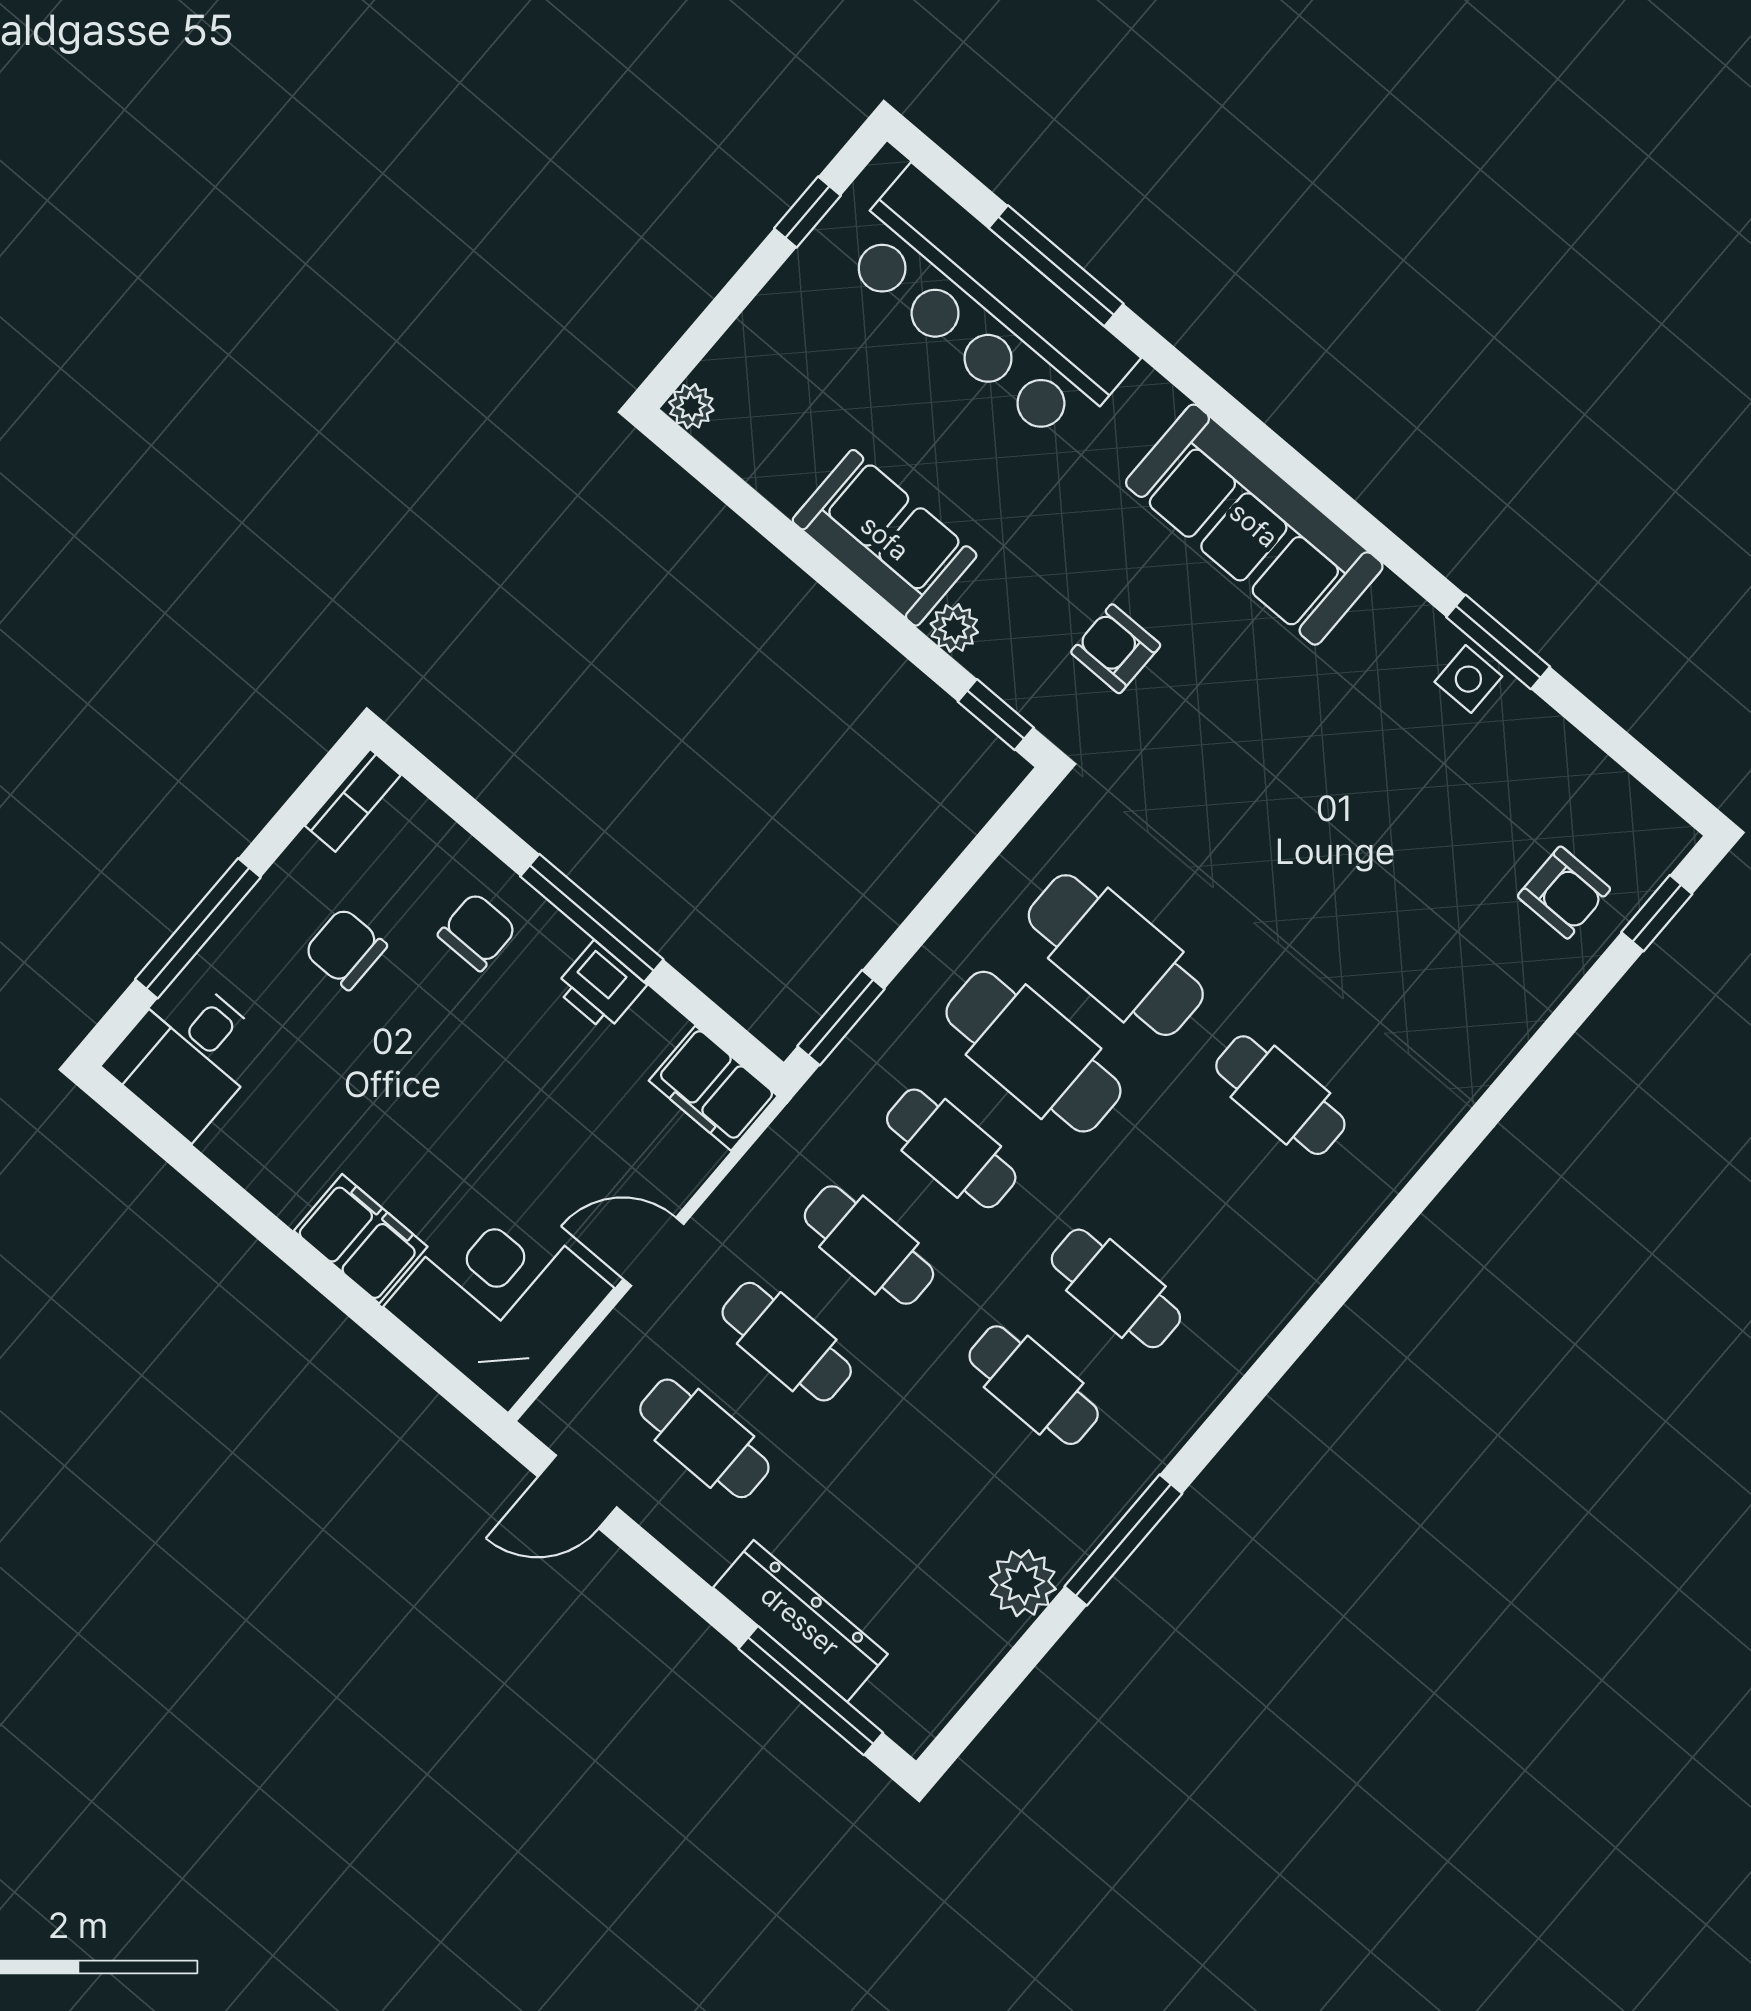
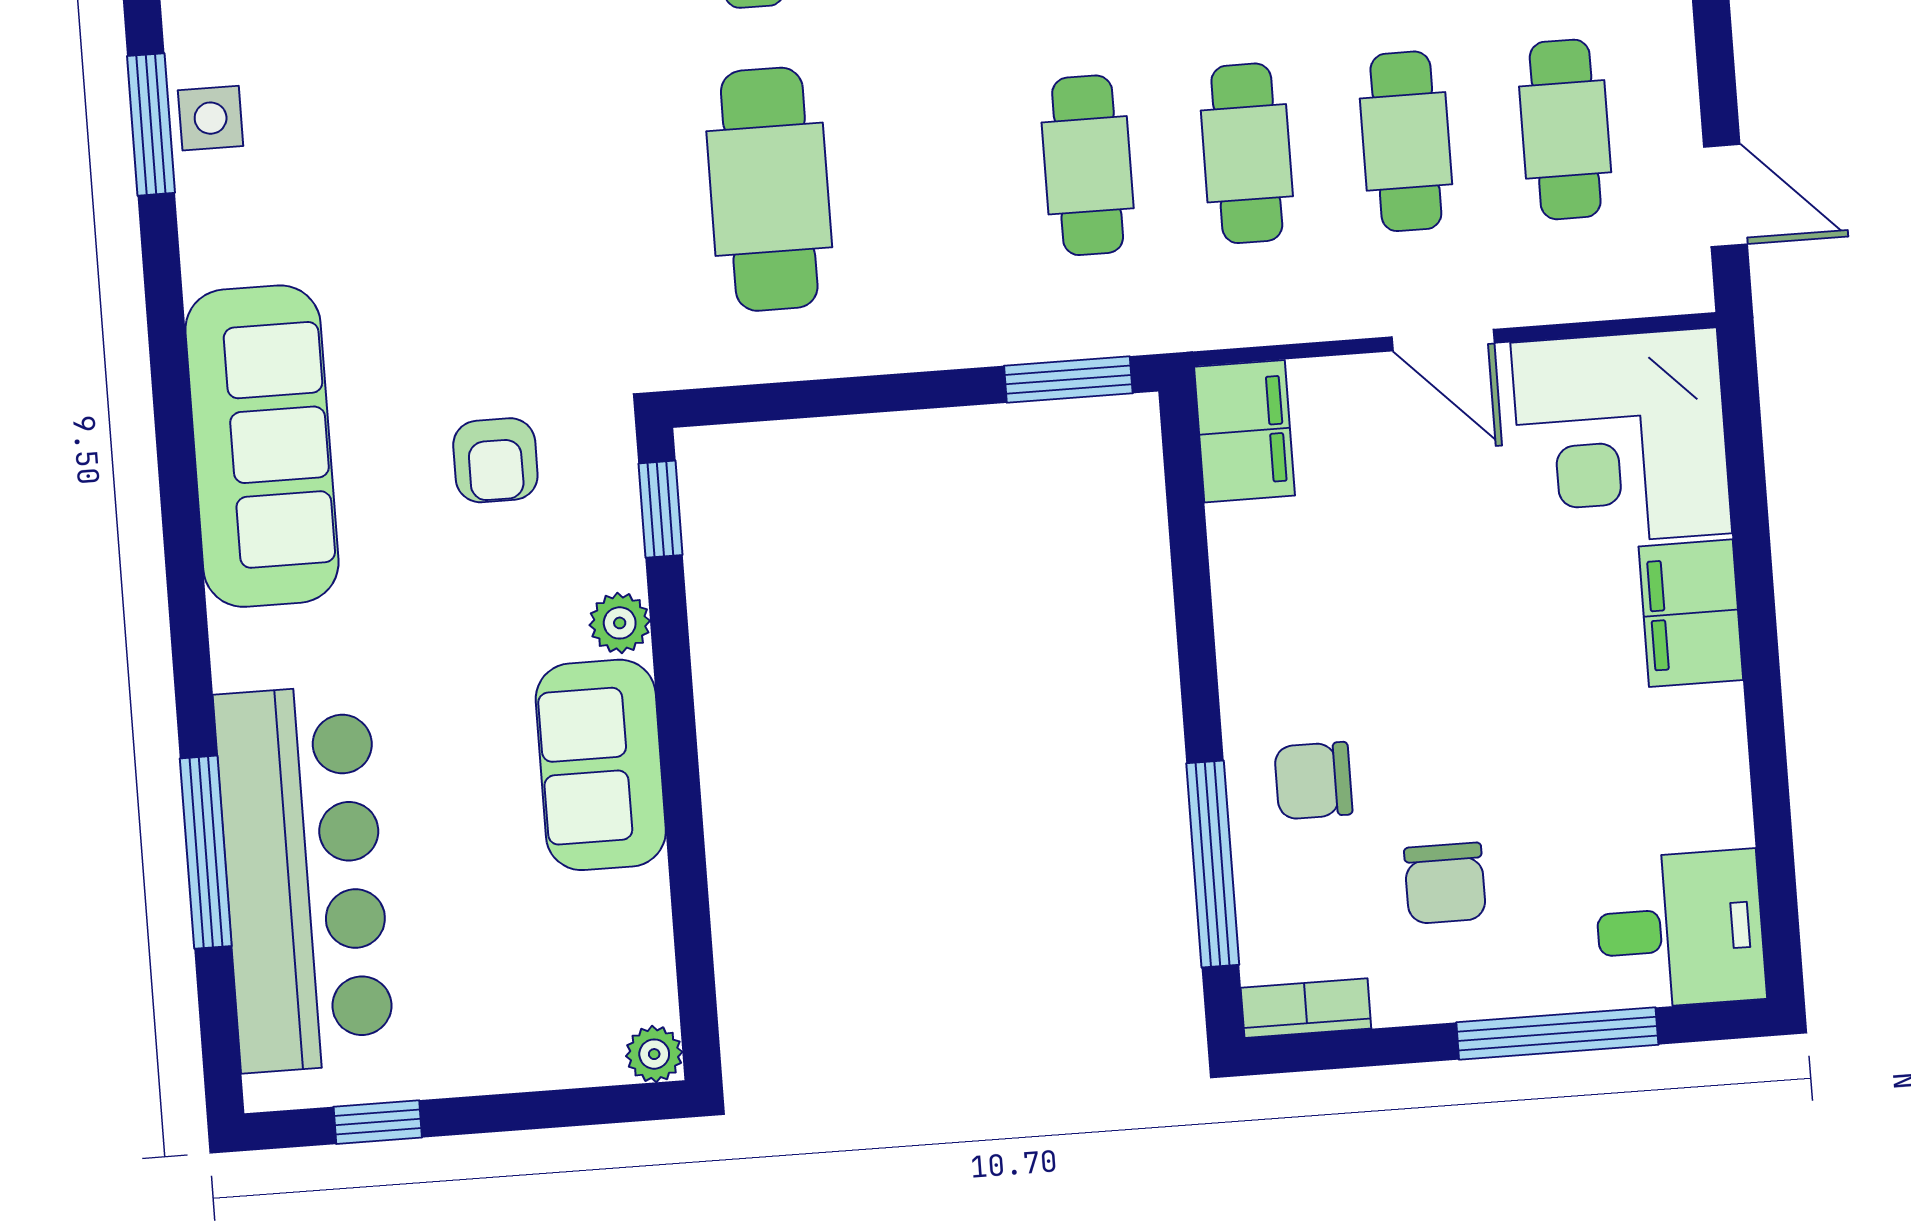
window: (592, 918) -> (1213, 864), moved
printer: (600, 986) -> (1253, 622), removed
cafe table: (1033, 1052) -> (928, 177), removed

